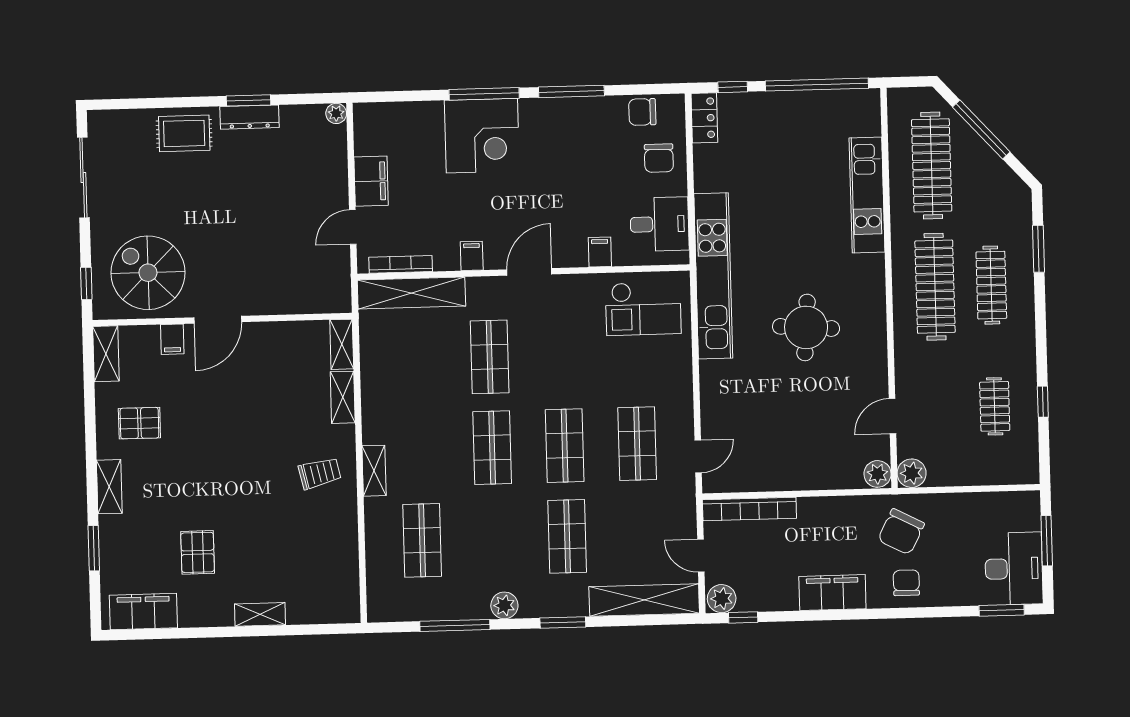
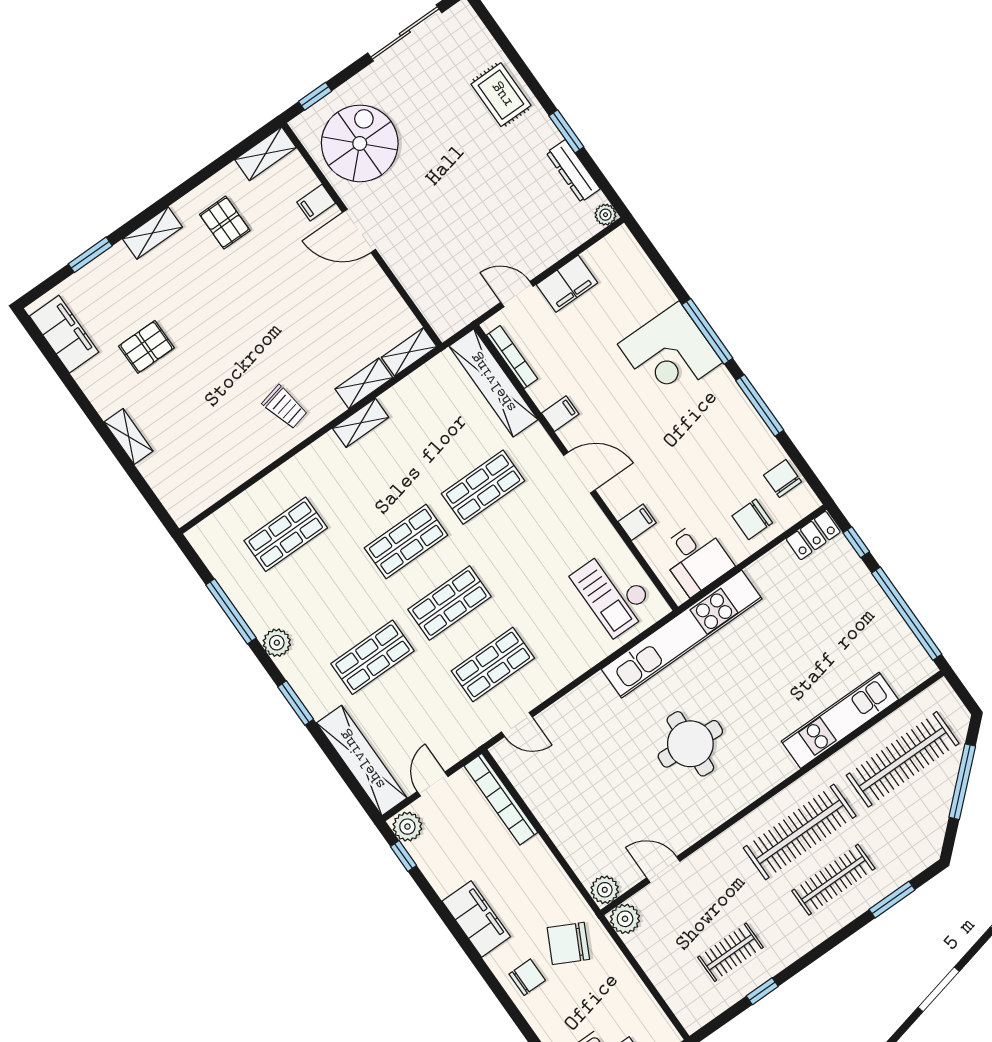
dresser: (249, 117) -> (573, 171), moved
shelving: (374, 471) -> (361, 423), moved

